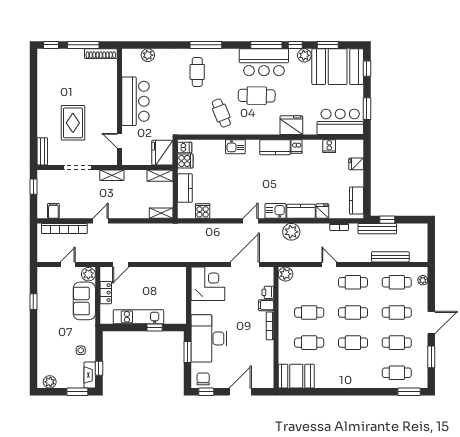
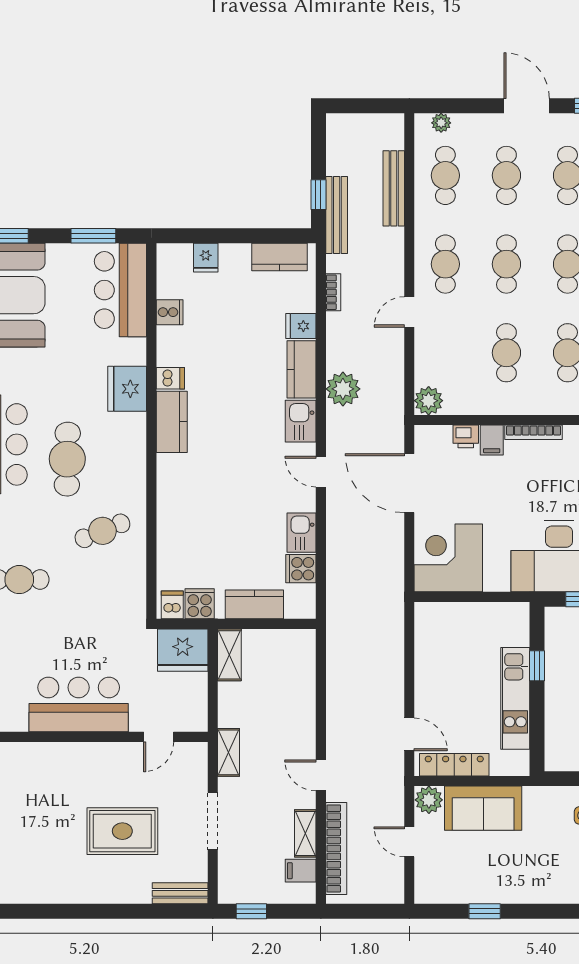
kitchen sink: (235, 147) -> (302, 533), moved, turned 180
shelving: (161, 213) -> (305, 833), moved
locker: (106, 293) -> (454, 765), width x1.53

